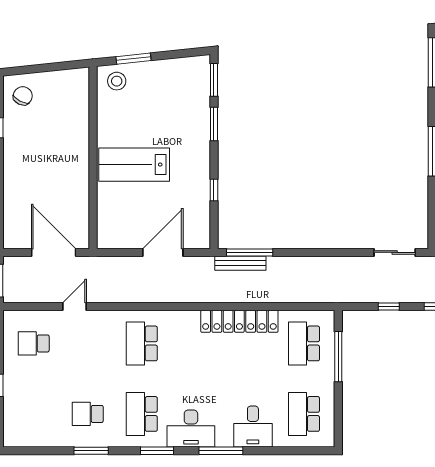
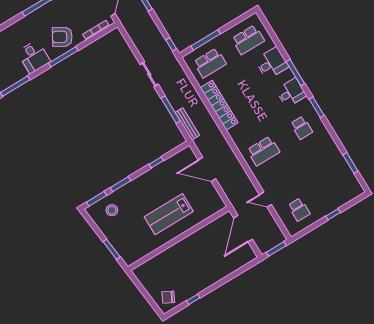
stool: (117, 81) -> (112, 210), moved
lab bench: (134, 165) -> (169, 214), turned 90
window: (250, 252) -> (171, 110), moved
sliding door: (395, 252) -> (149, 74), moved
window: (389, 307) -> (171, 44), moved
school desk: (88, 414) -> (319, 157), removed
school desk: (142, 414) -> (302, 128), width x0.54
desk: (191, 429) -> (291, 93), width x0.73
window: (91, 451) -> (350, 163), moved

